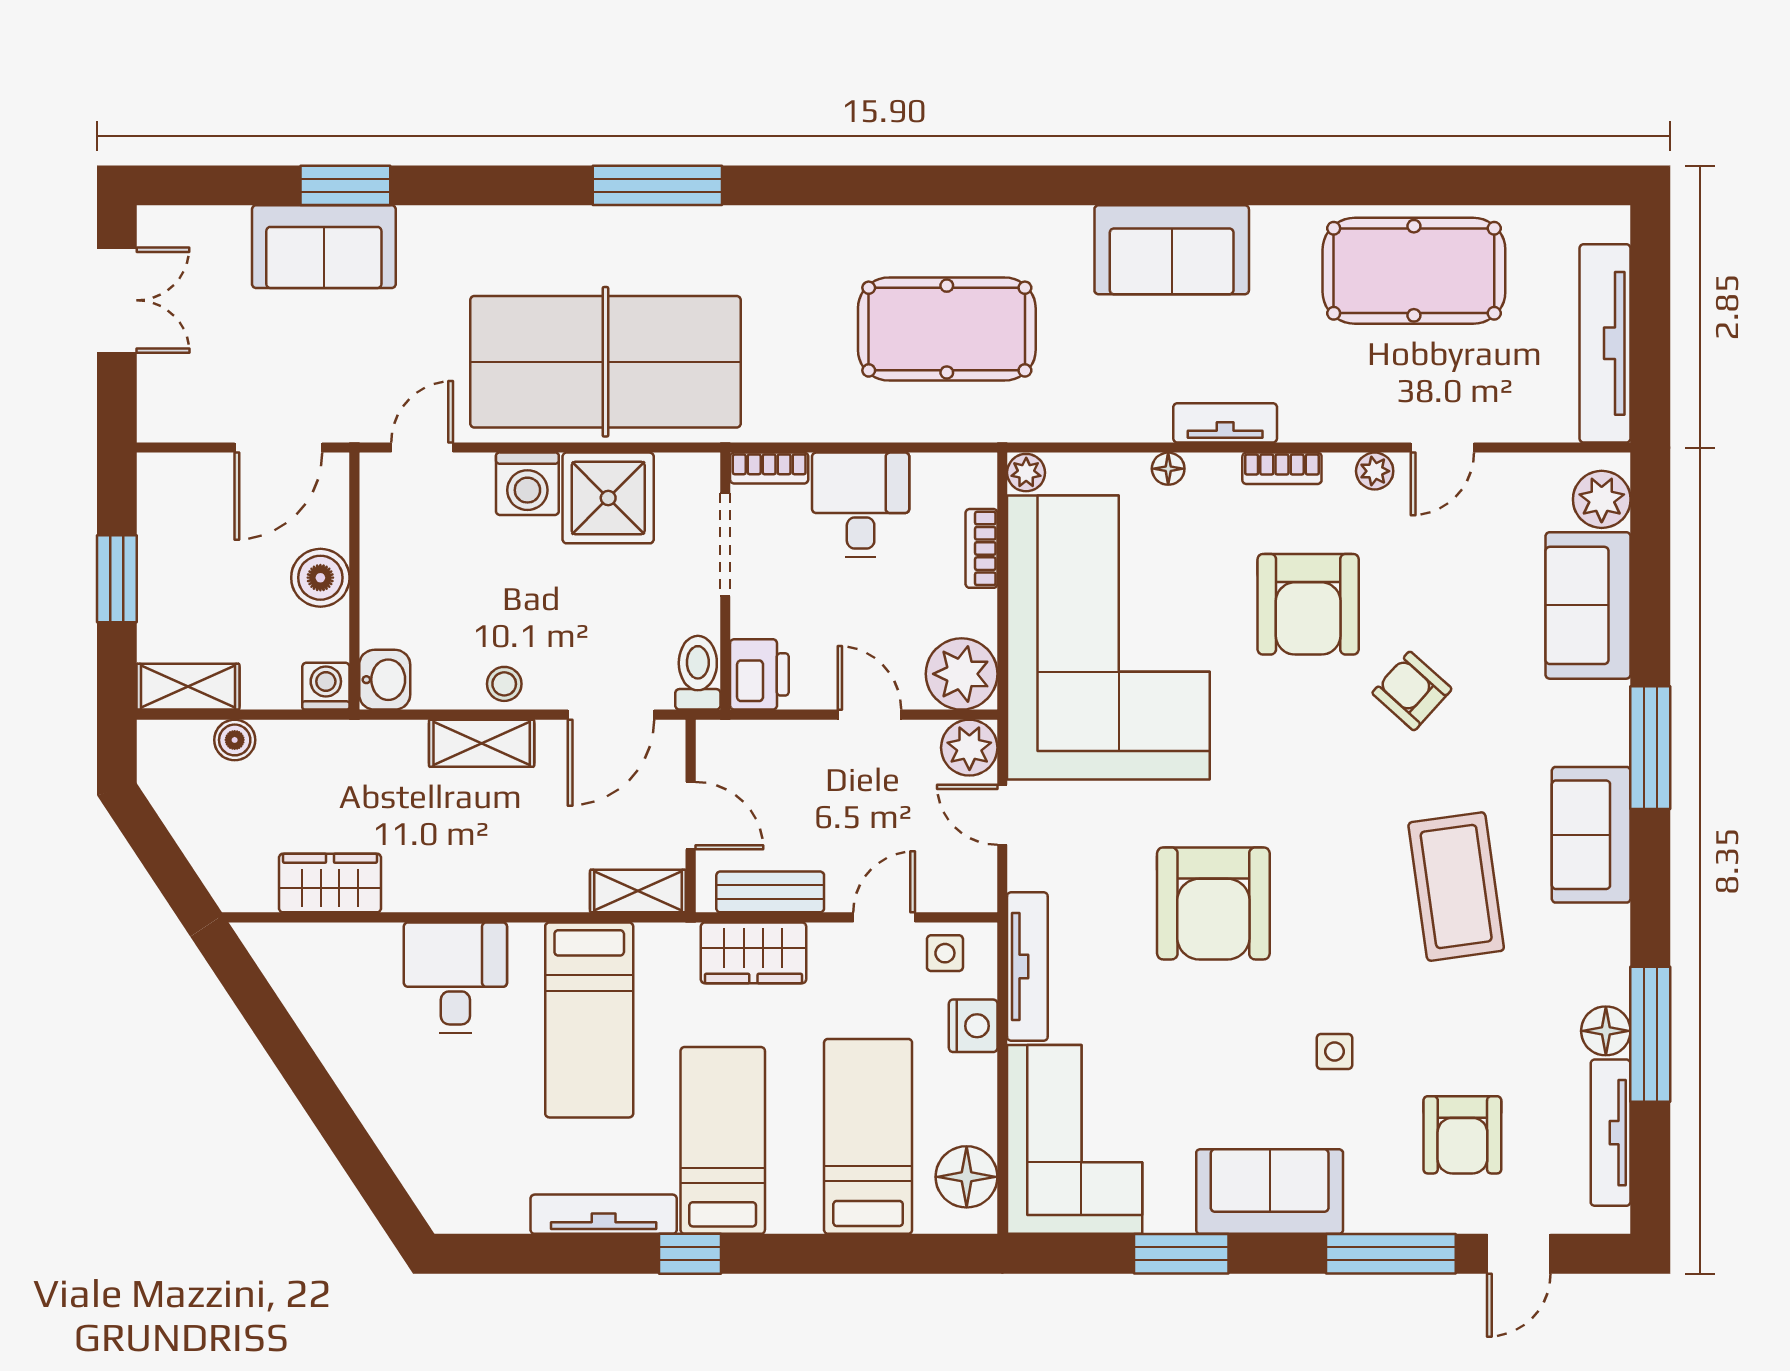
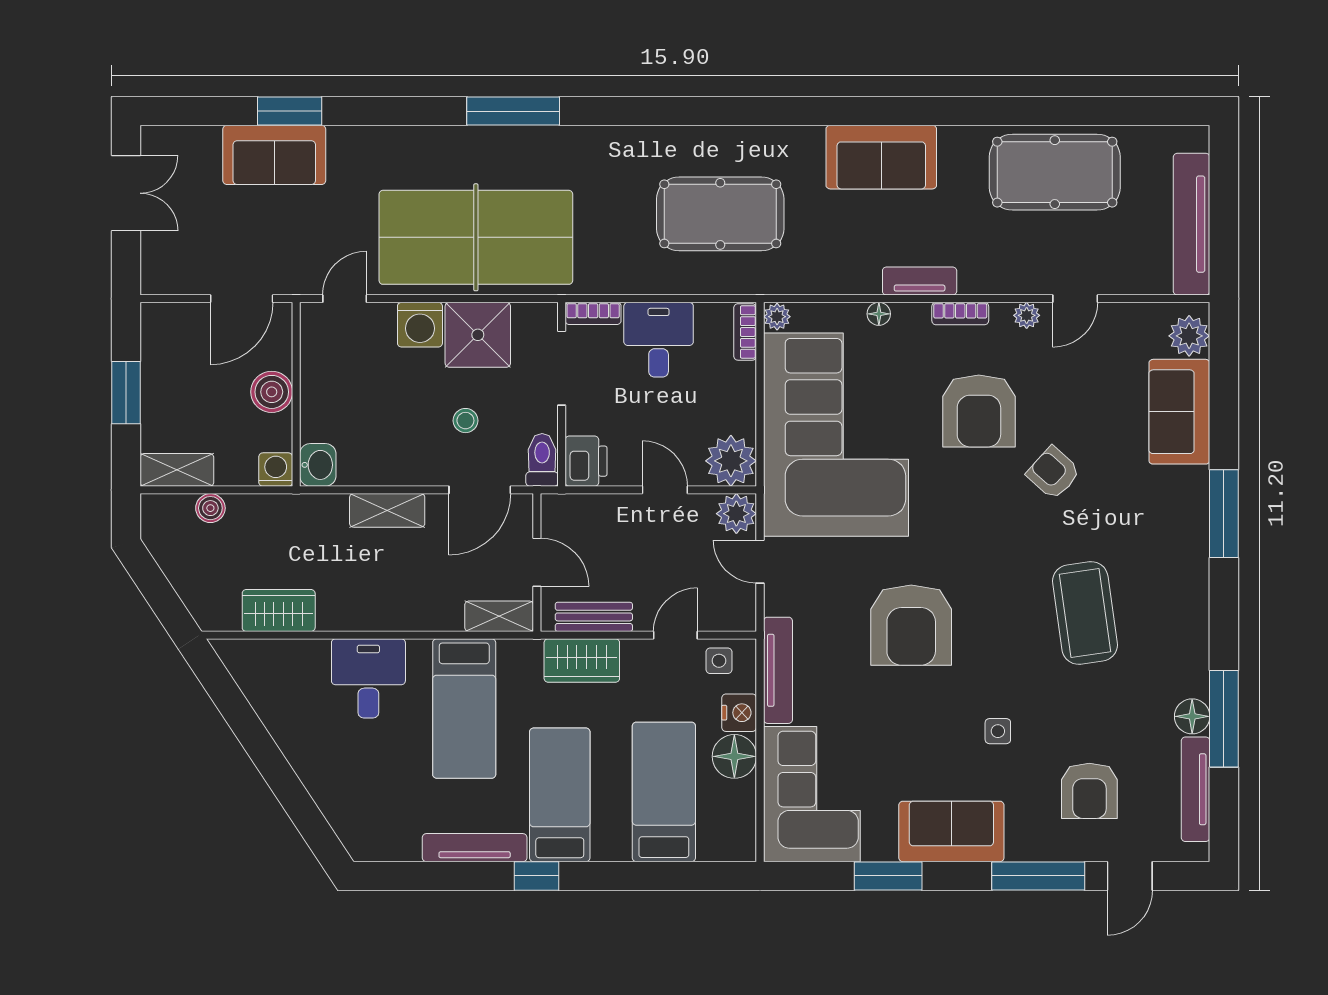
bookcase: (982, 548) -> (745, 332), moved
stool: (504, 684) -> (465, 421), moved
sofa: (1591, 835) -> (1182, 576), removed
floor lamp: (967, 1177) -> (734, 756), moved

